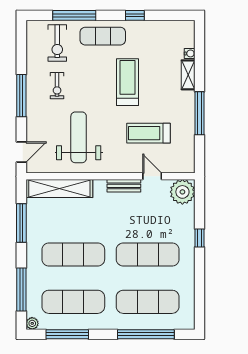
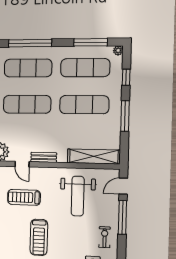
exercise bike: (57, 86) -> (105, 237), moved
window: (21, 96) -> (122, 217), moved
treadmill: (149, 133) -> (24, 197), turned 180
window: (21, 223) -> (125, 116), moved
window: (21, 289) -> (126, 77), width x0.46

